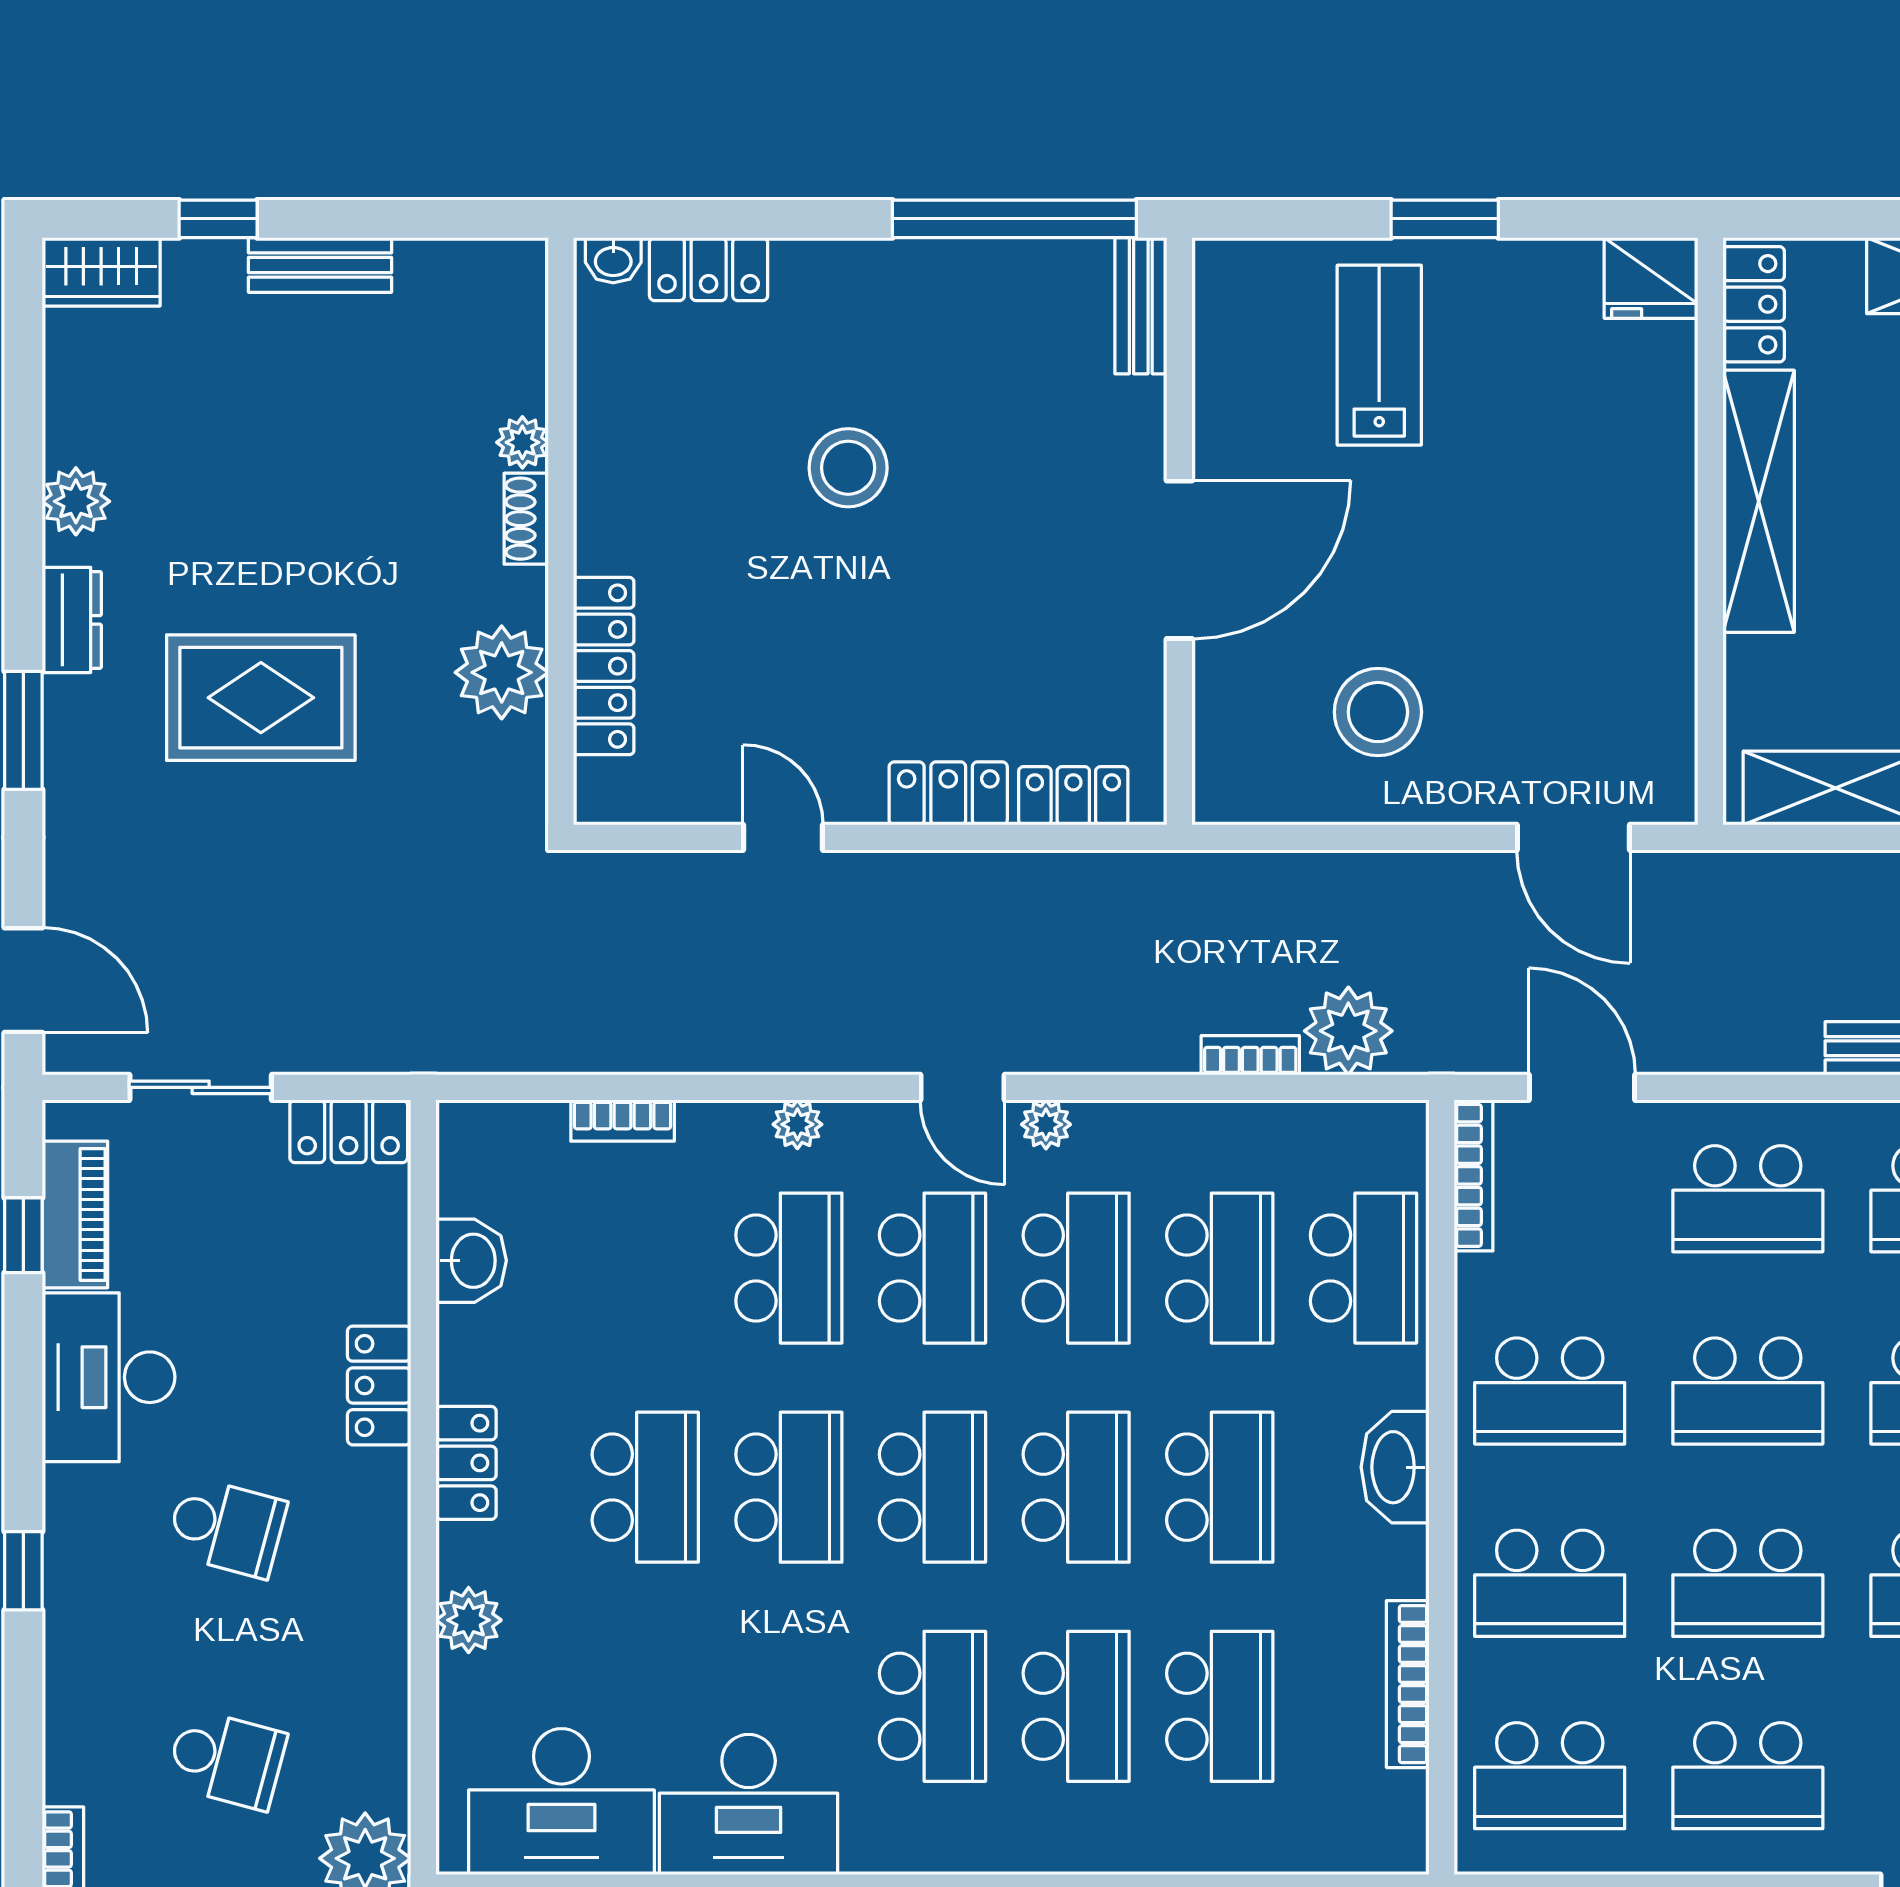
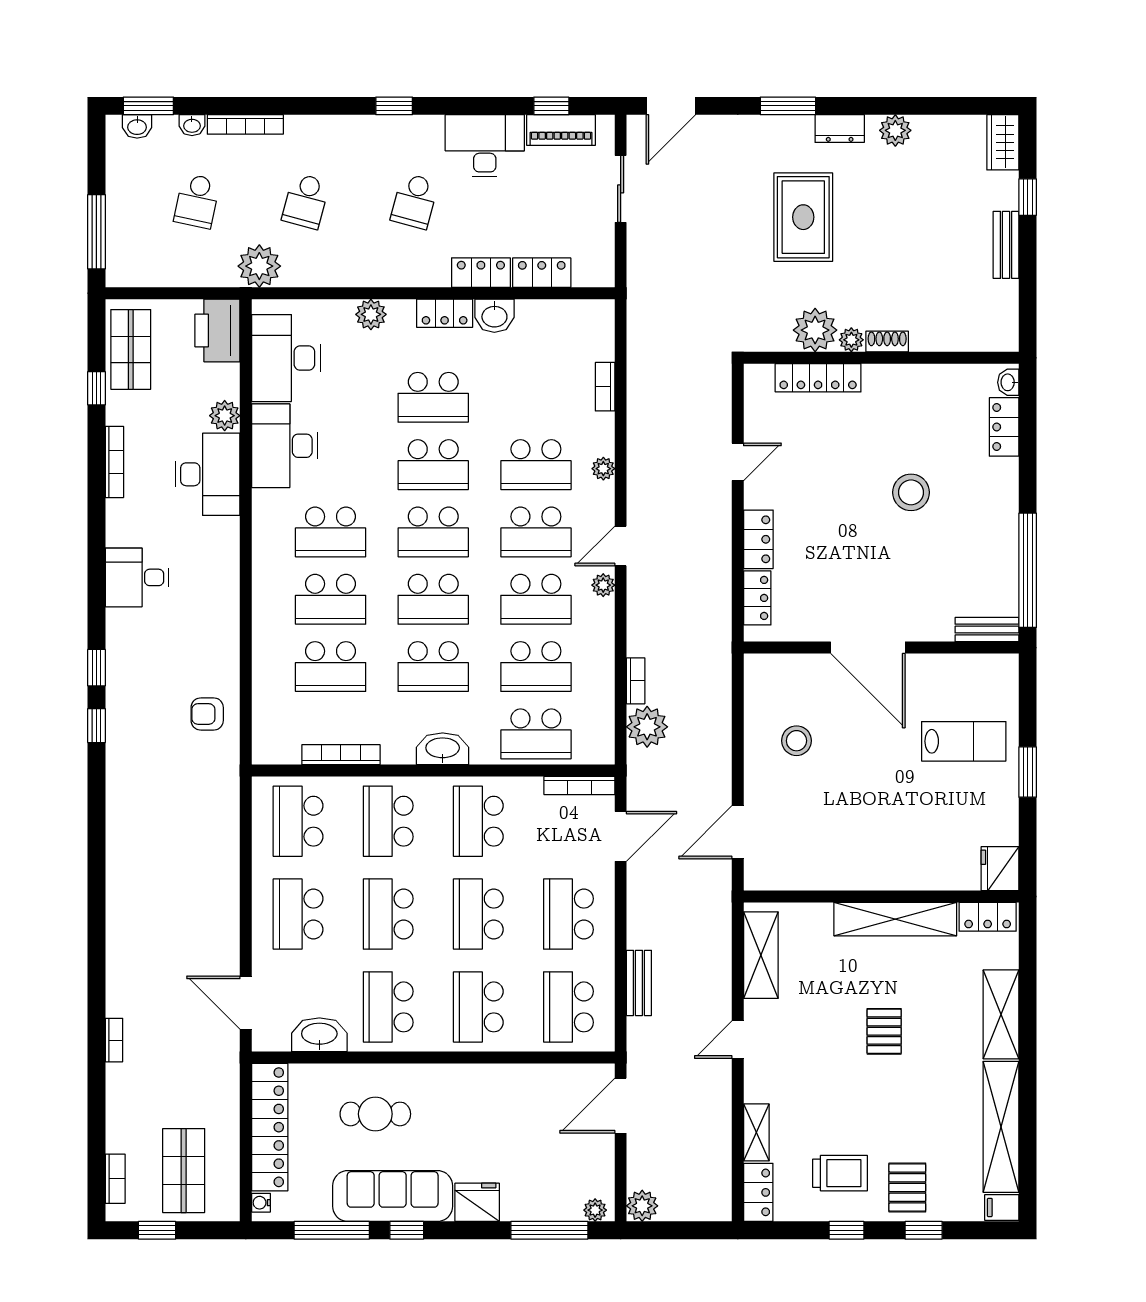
plant: (522, 442) -> (851, 340), moved
stool: (1378, 712) -> (796, 741), width x0.73, depth x0.73
locker: (349, 1131) -> (542, 273), moved, turned 90
washbasin: (471, 1261) -> (494, 316), moved

